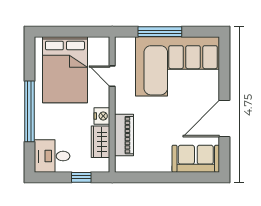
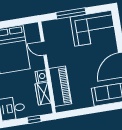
corner sofa: (178, 66) -> (93, 28), width x0.73, depth x0.74
piano: (124, 135) -> (60, 86), width x1.37, depth x1.33

